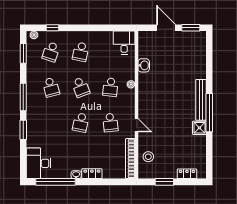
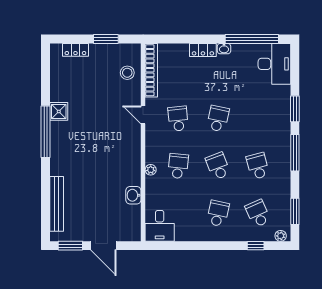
school desk: (51, 52) -> (258, 213), turned -42
bench: (201, 100) -> (57, 204), moved

